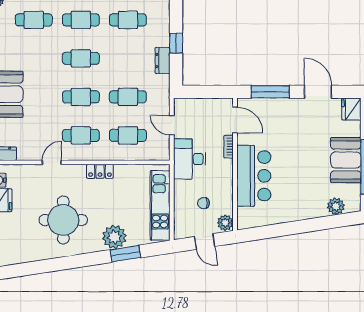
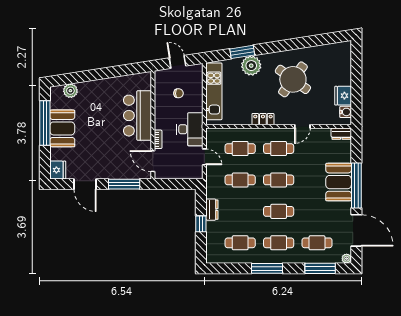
round table: (63, 220) -> (293, 79), turned 36
plant: (225, 223) -> (161, 77), removed

